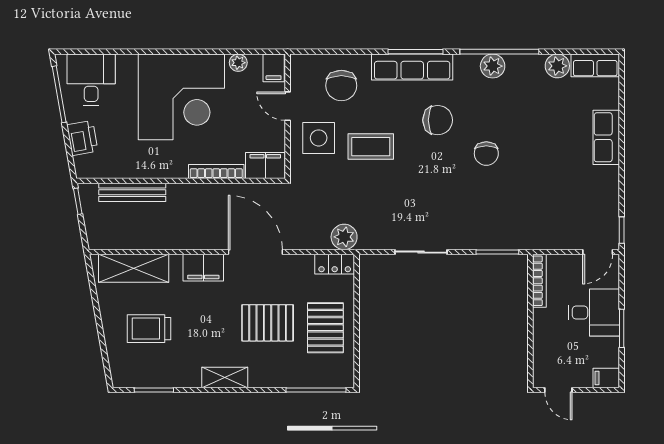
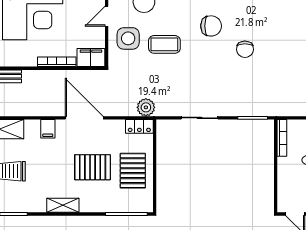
door: (288, 106) -> (107, 16), hinge flipped
filing cabinet: (203, 268) -> (48, 129), width x0.50

